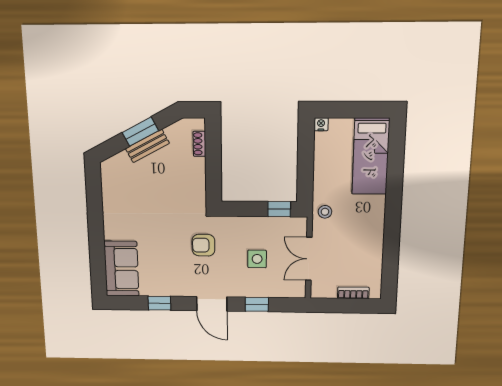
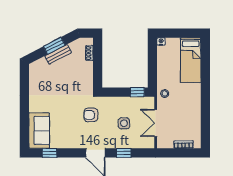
window: (159, 303) -> (50, 153), moved

